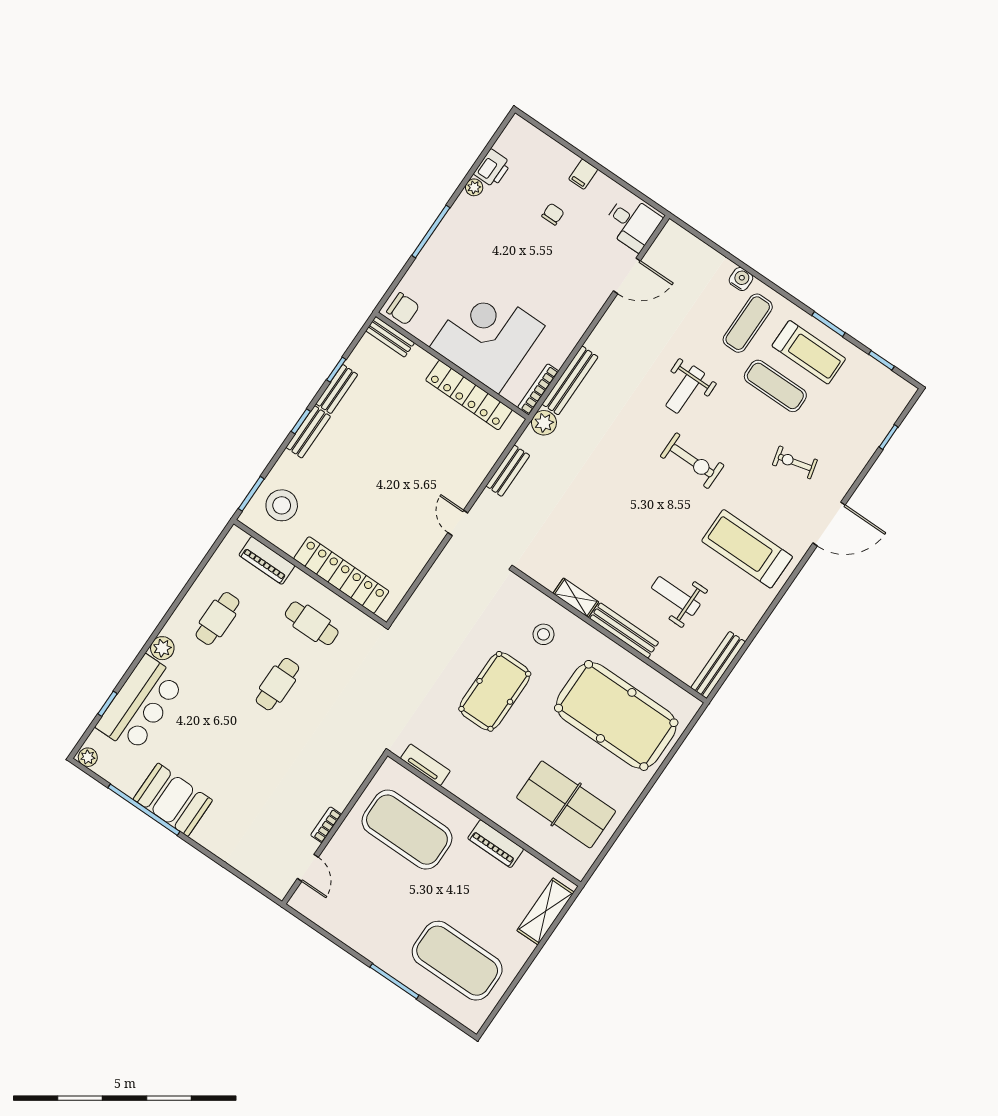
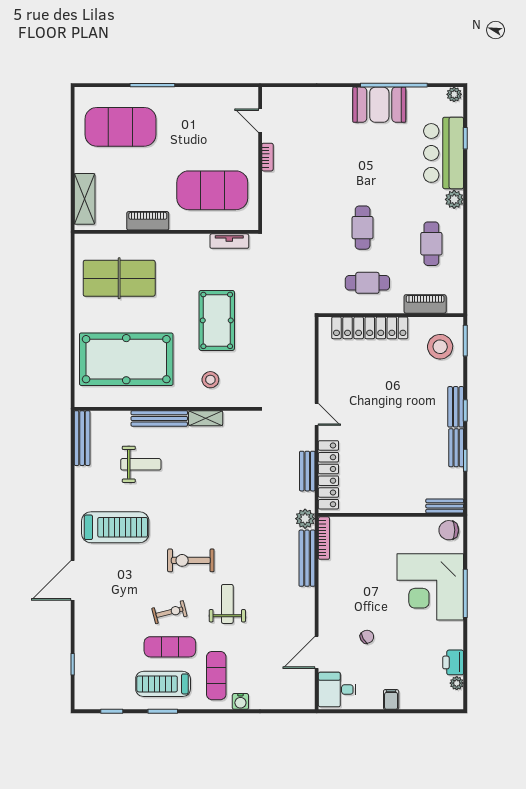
plant: (474, 187) -> (457, 683), moved
chair: (553, 214) -> (367, 637), moved, turned -120
corner desk: (487, 336) -> (430, 587), moved, turned 90
locker: (469, 395) -> (328, 475), moved, turned 90
exercise bike: (795, 462) -> (169, 612), moved

